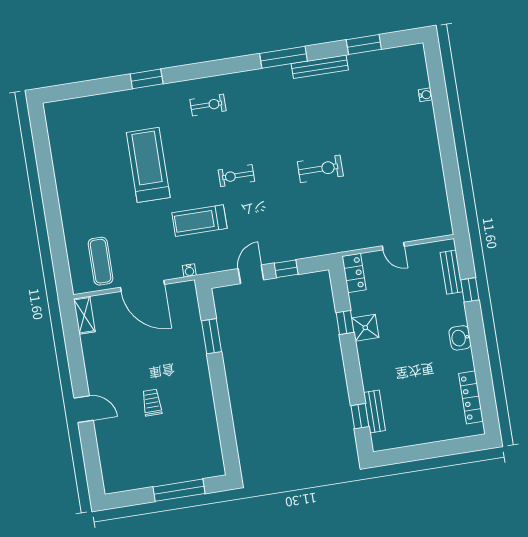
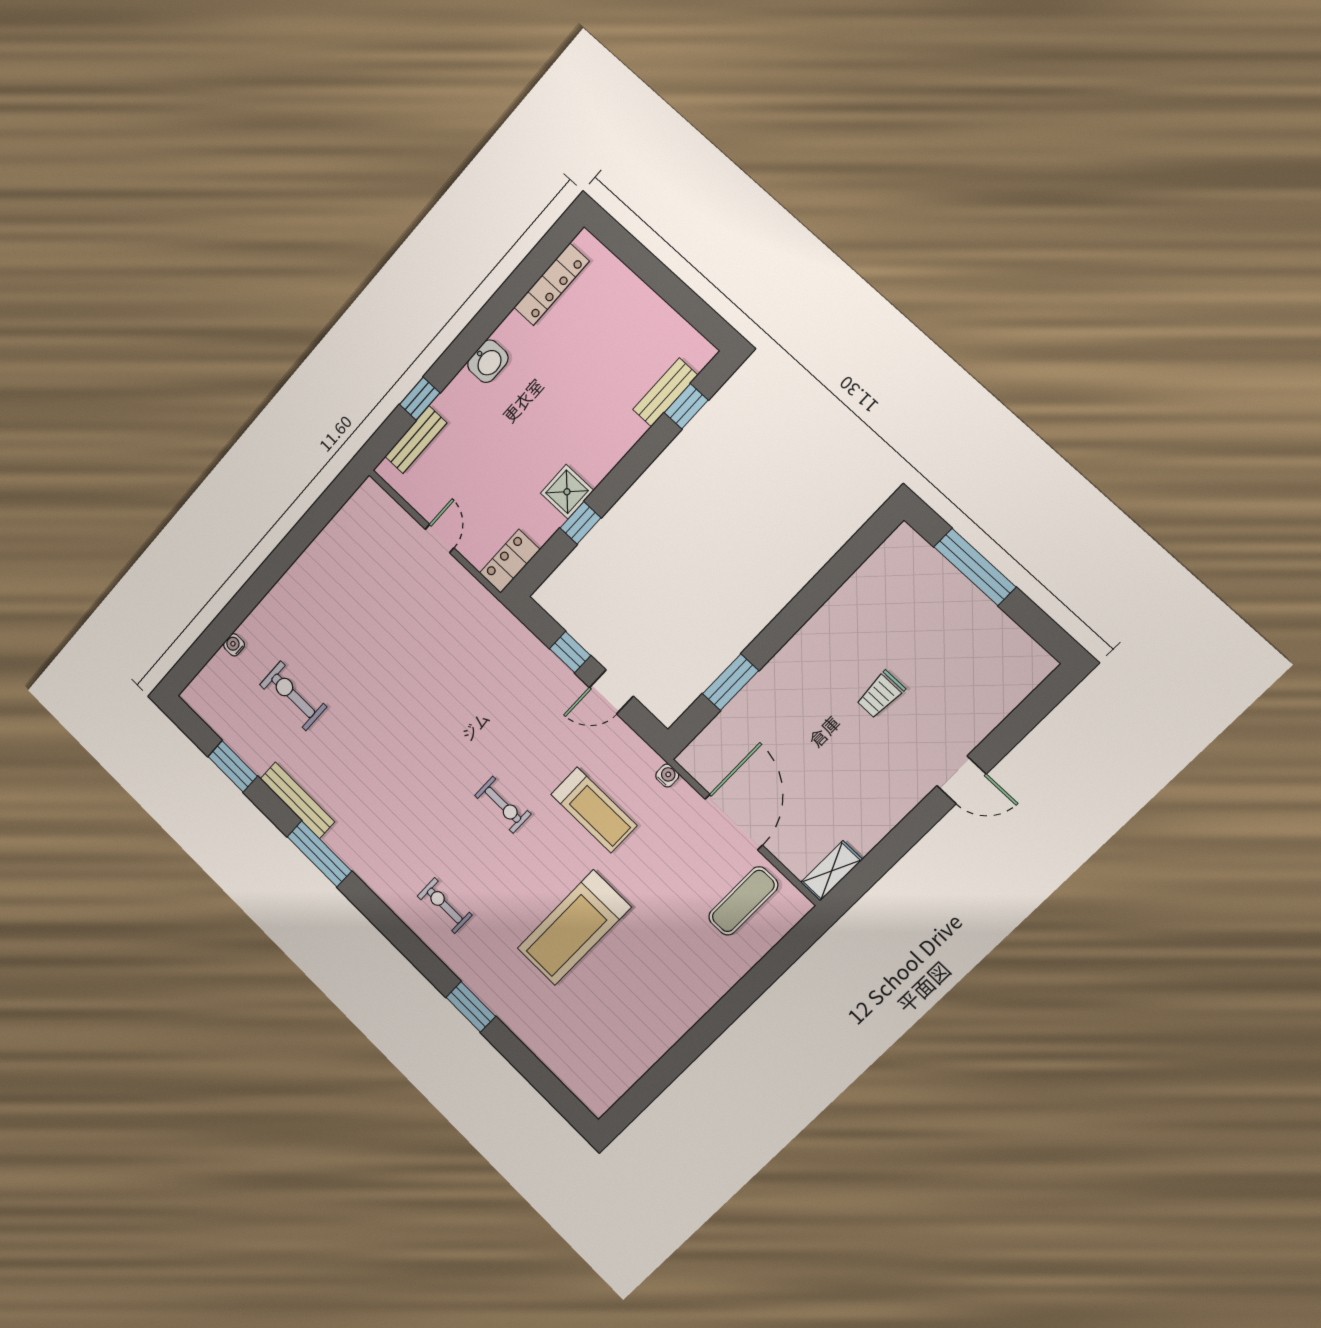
exercise bike: (320, 169) -> (293, 696), moved
door: (84, 409) -> (962, 780), swing flipped

